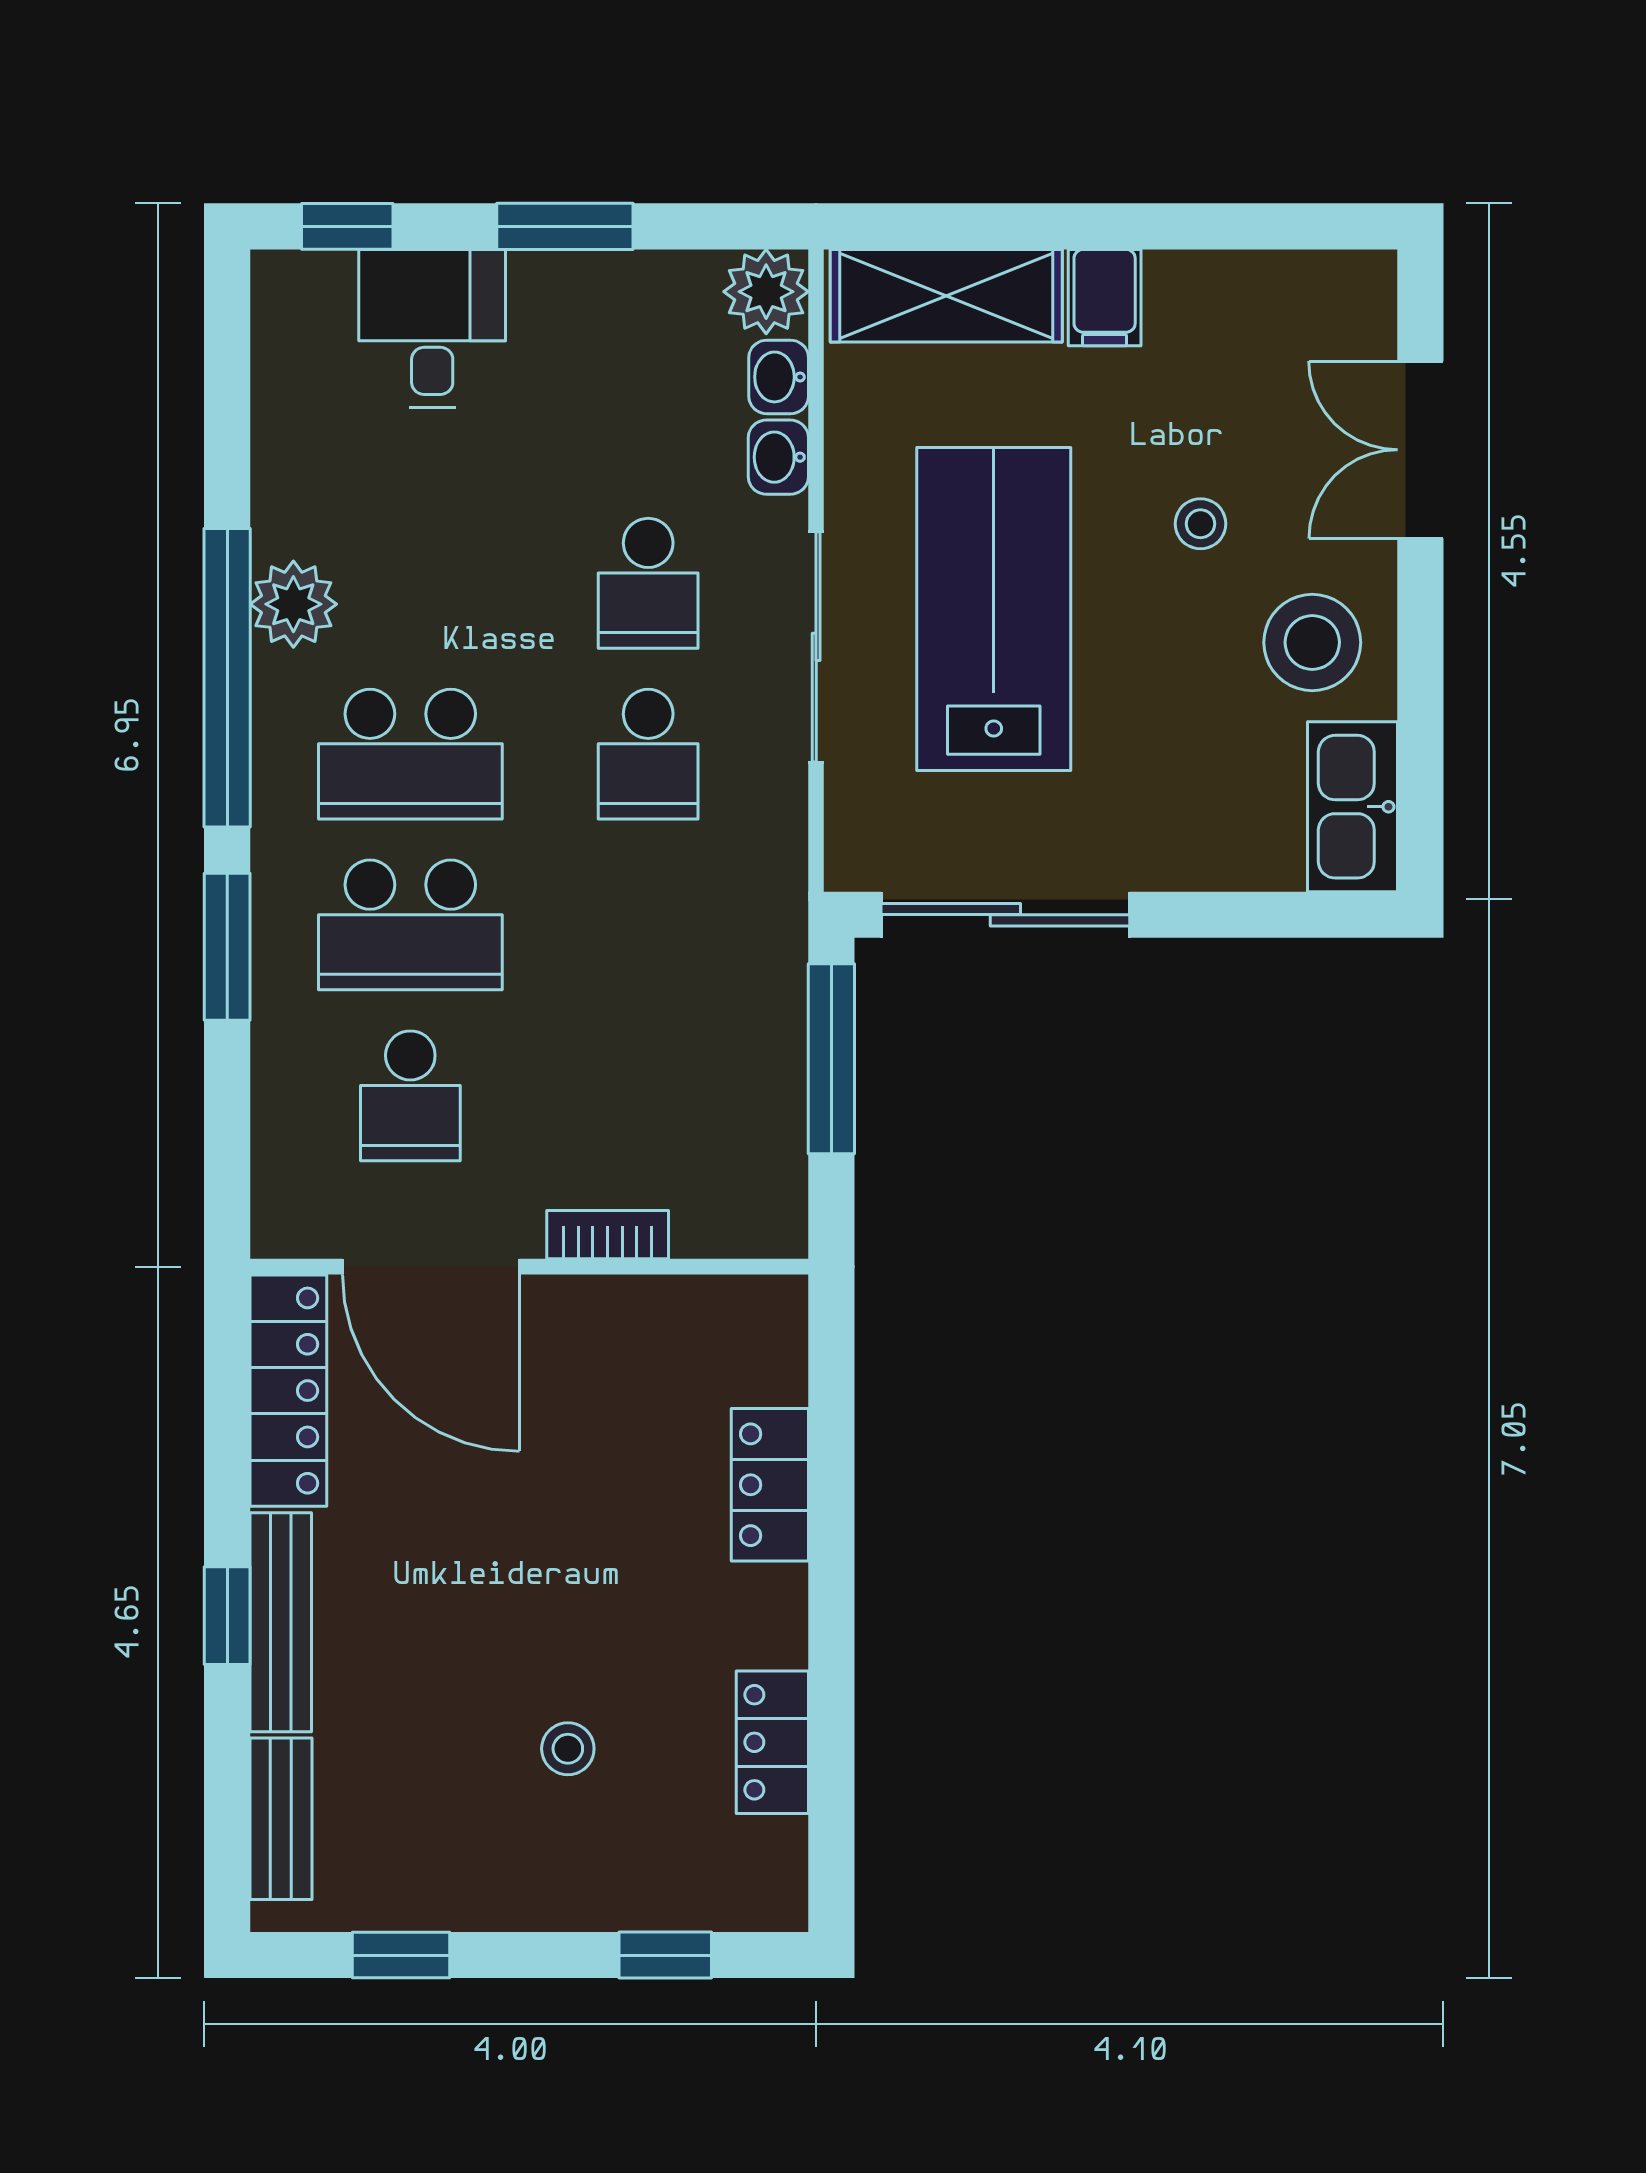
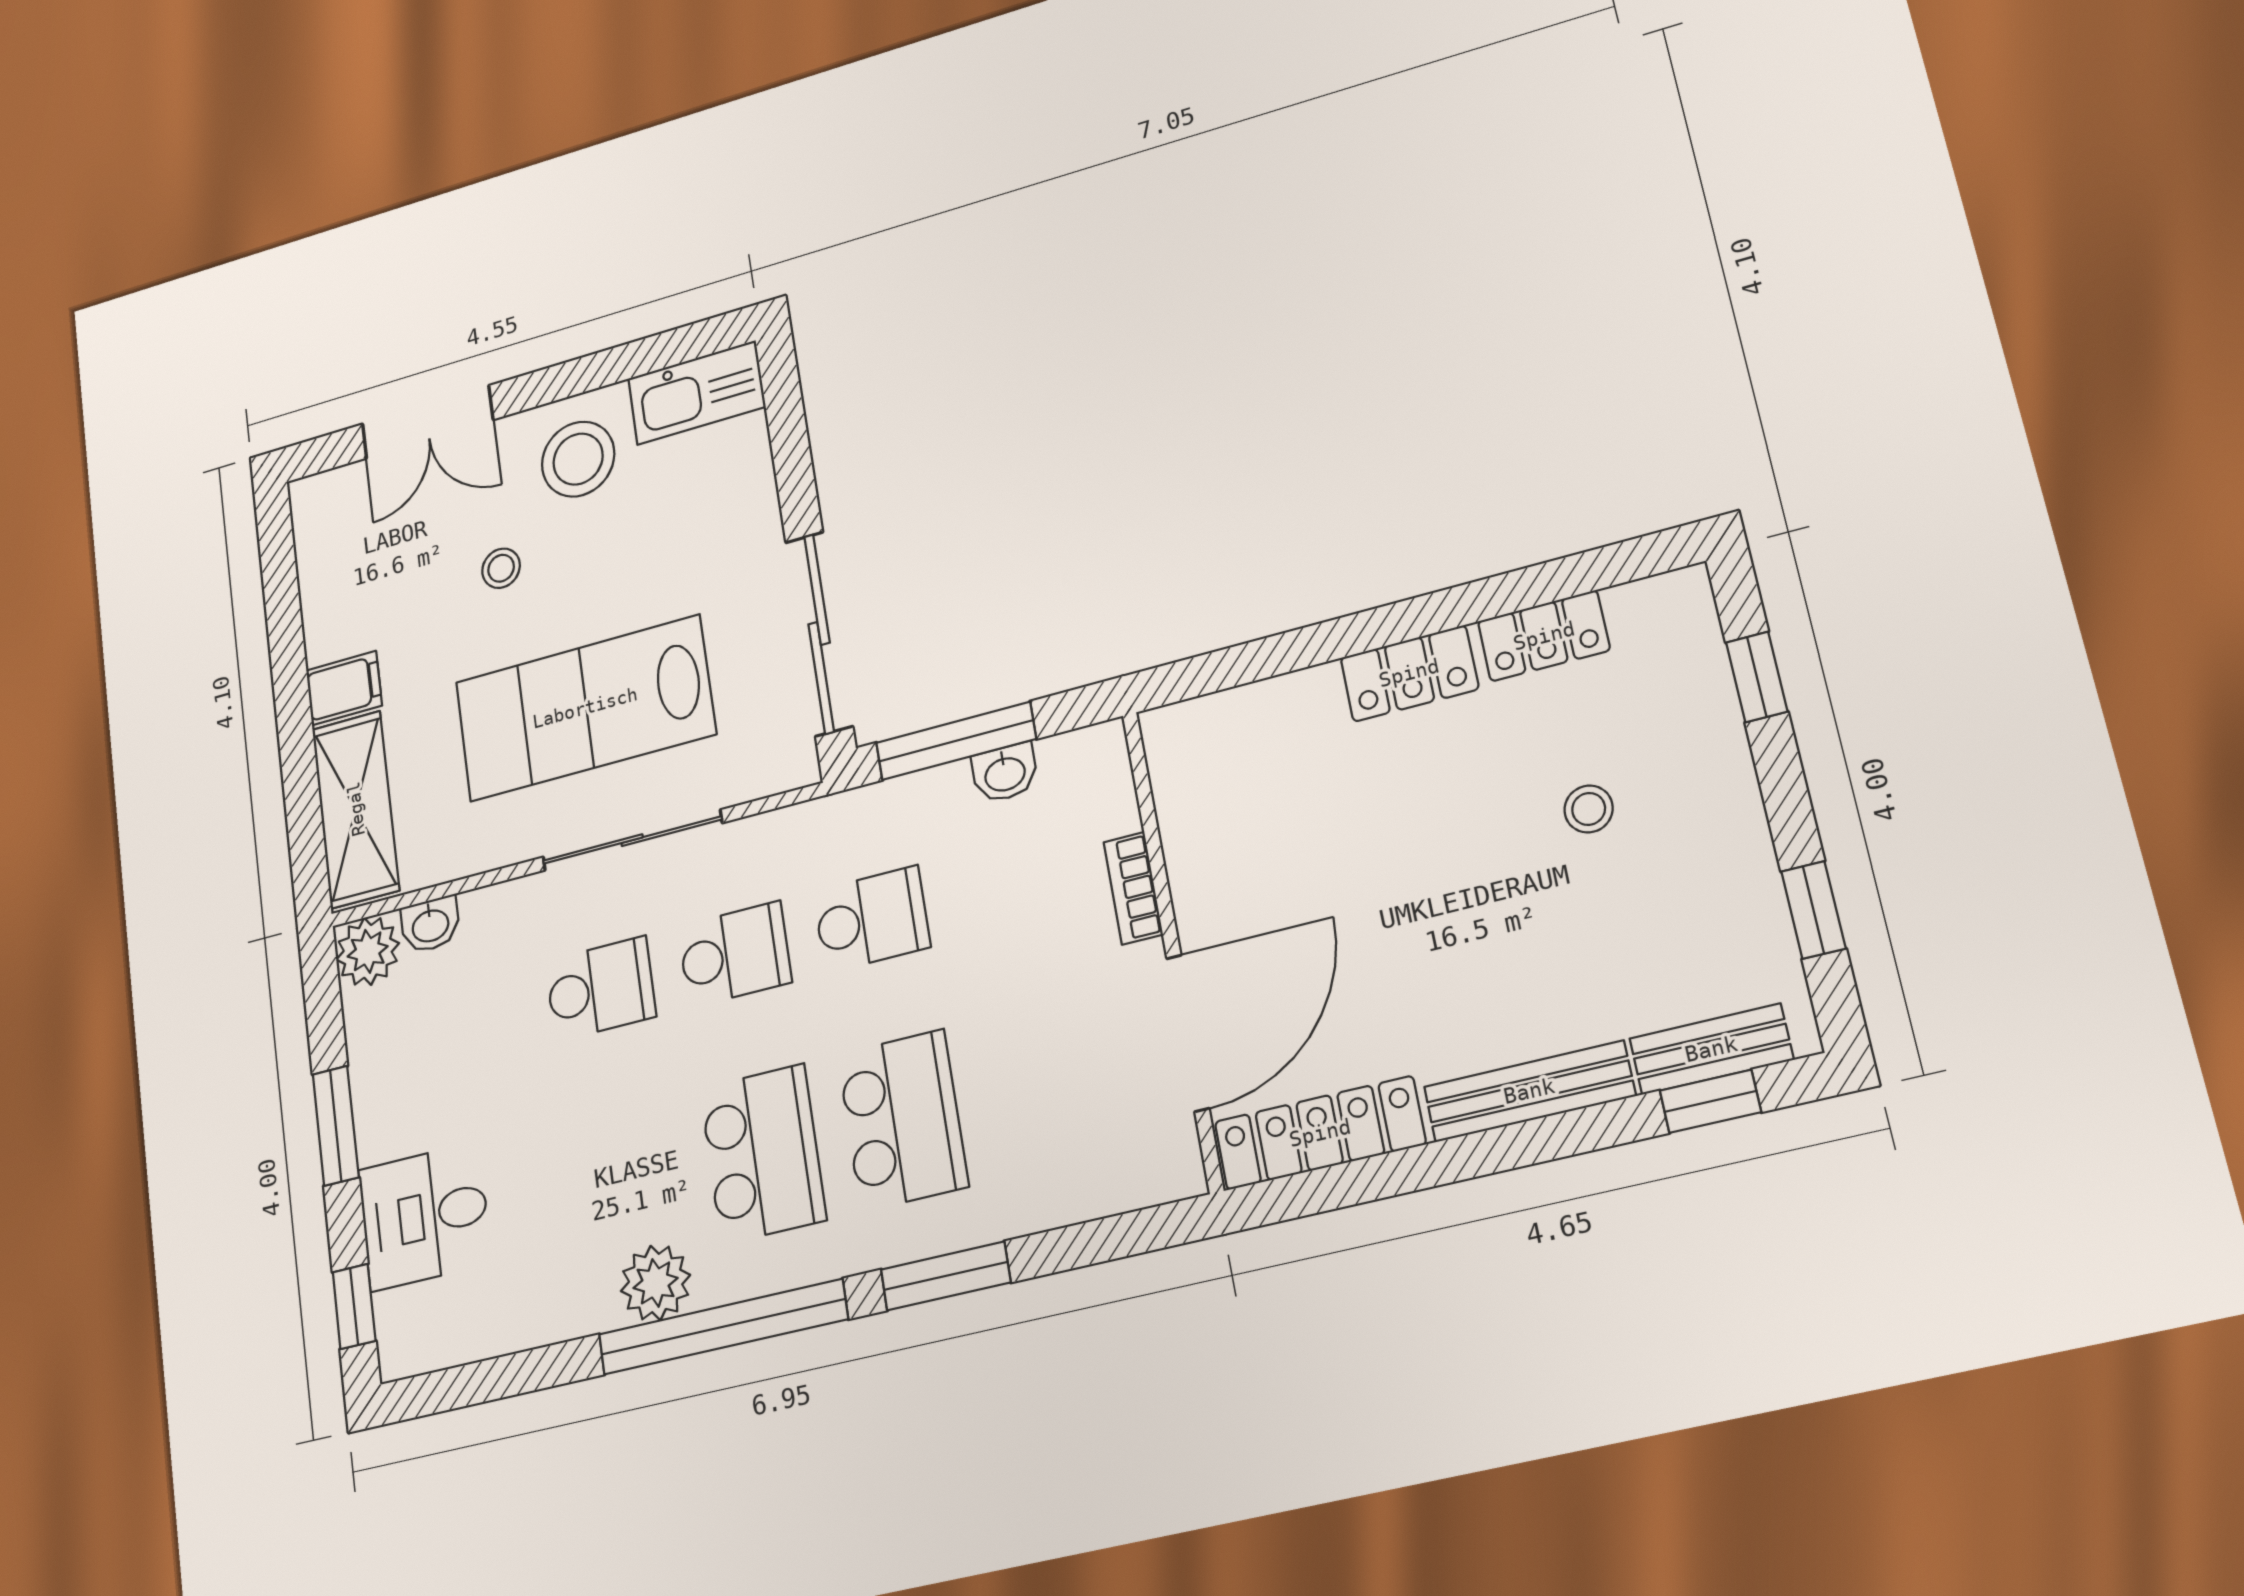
washbasin: (778, 457) -> (1005, 773), moved
school desk: (410, 1096) -> (872, 919), moved
locker: (770, 1485) -> (1409, 673), moved
window: (227, 1616) -> (1710, 1101), moved

